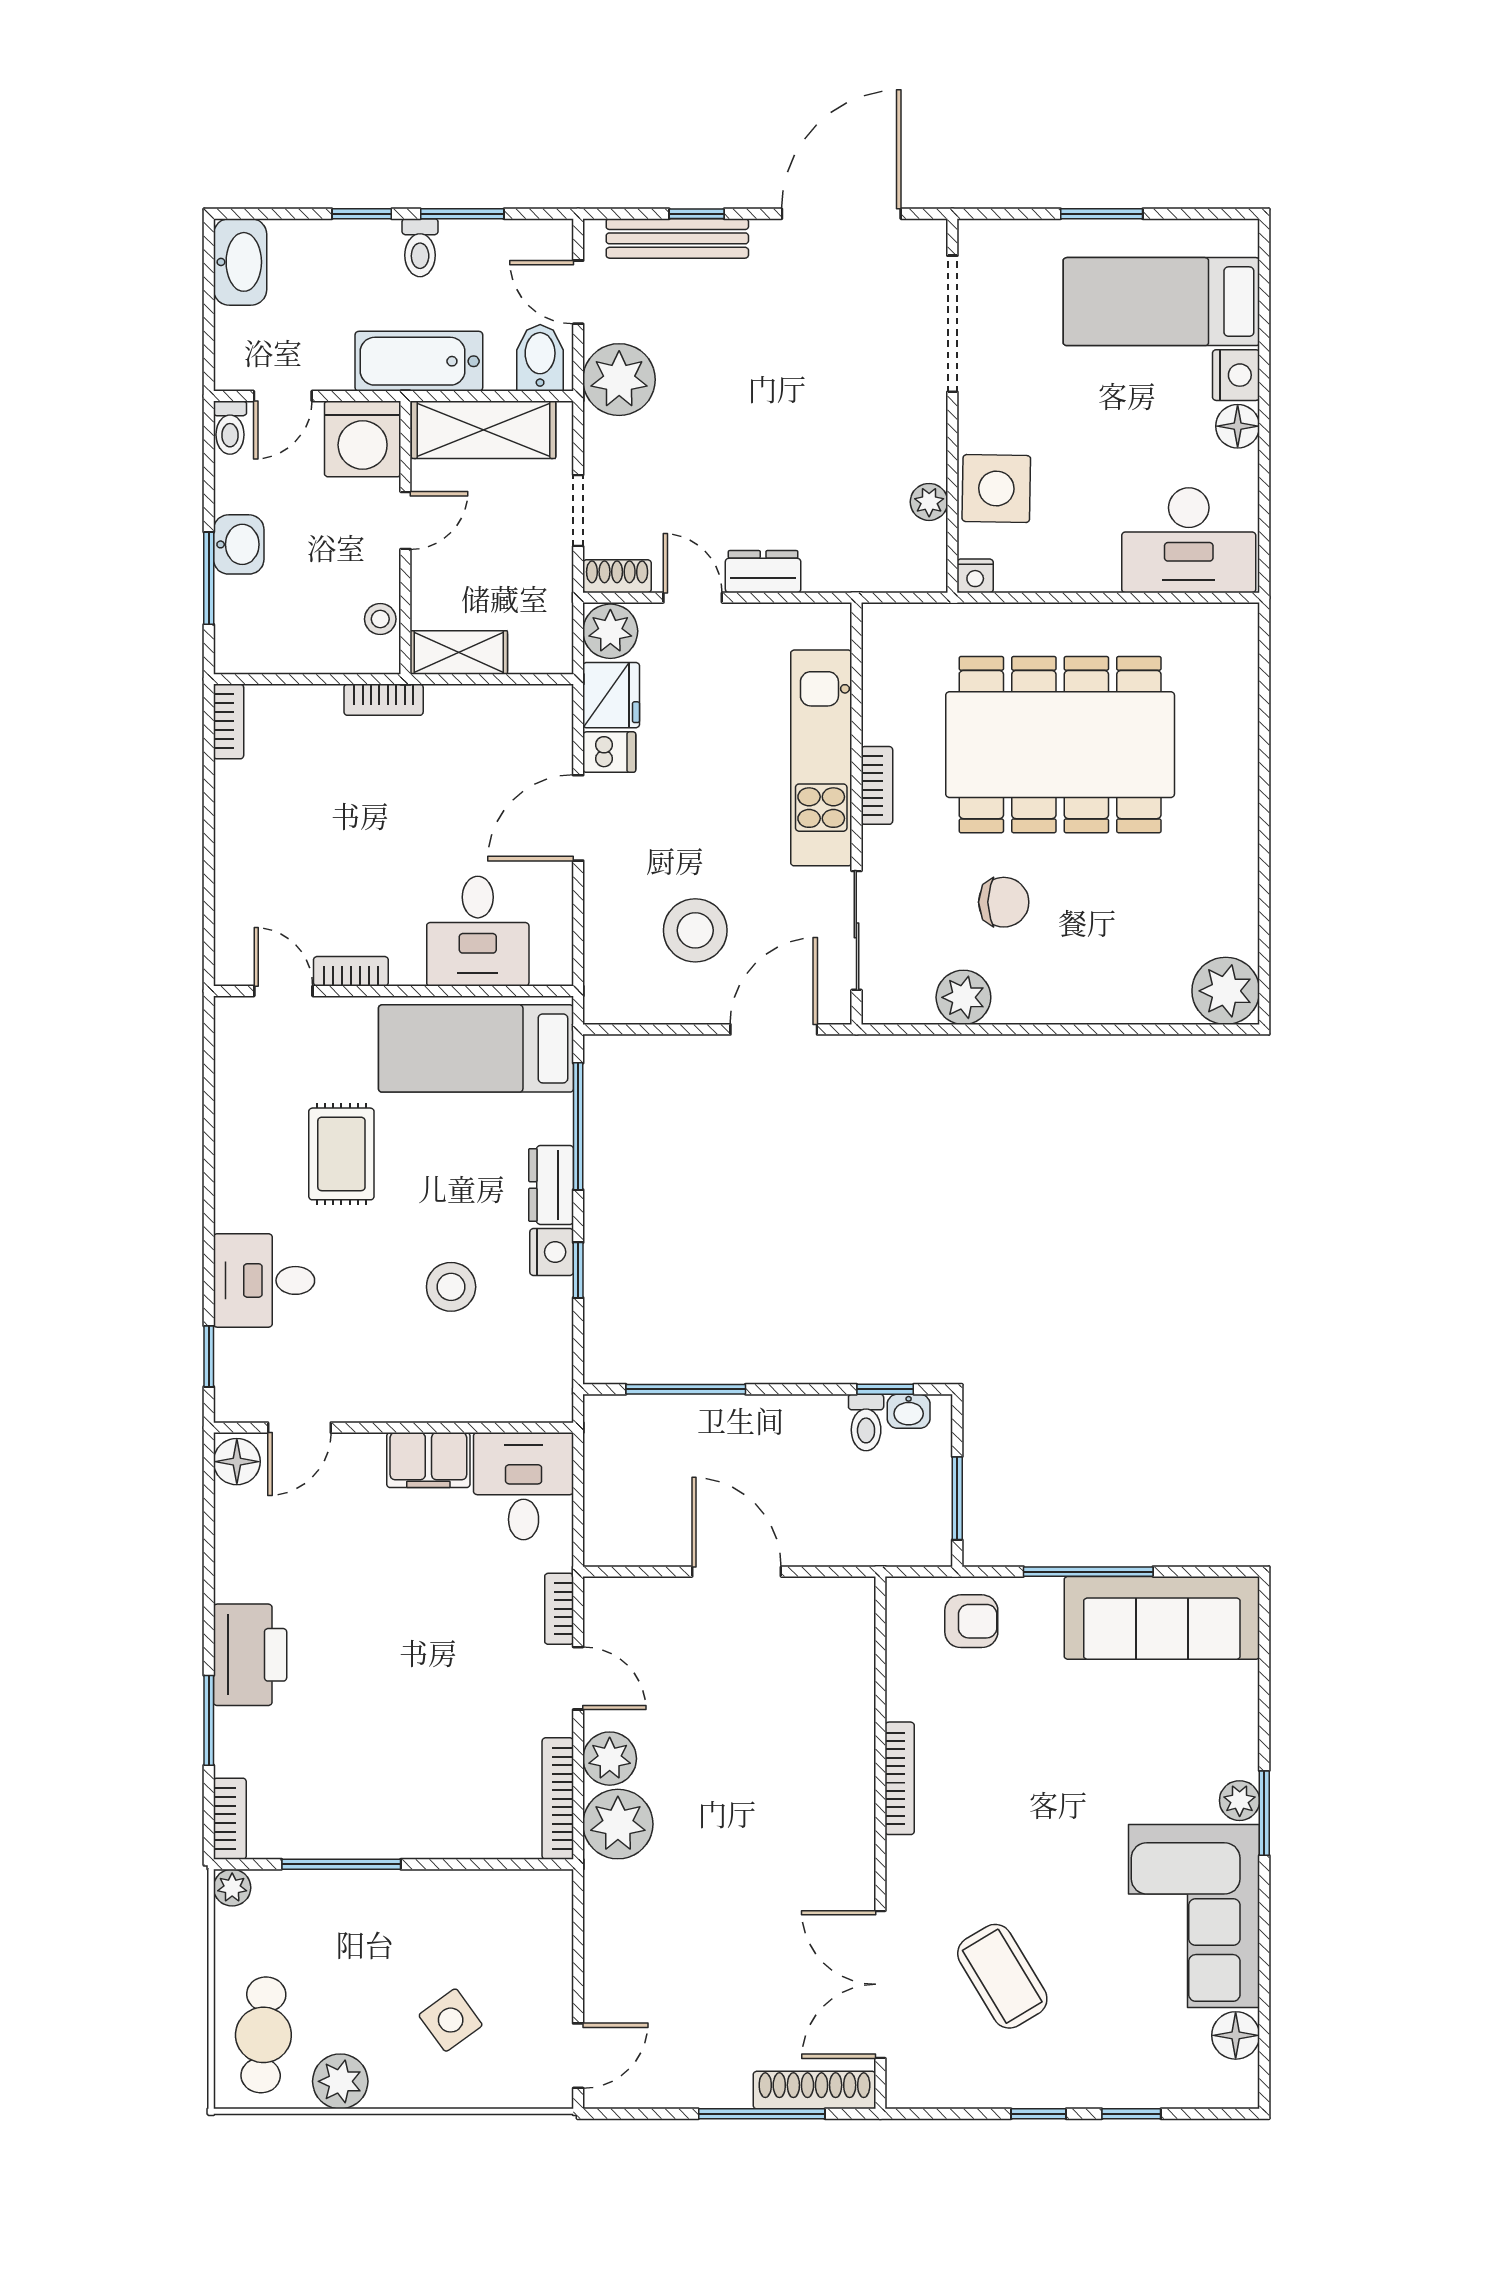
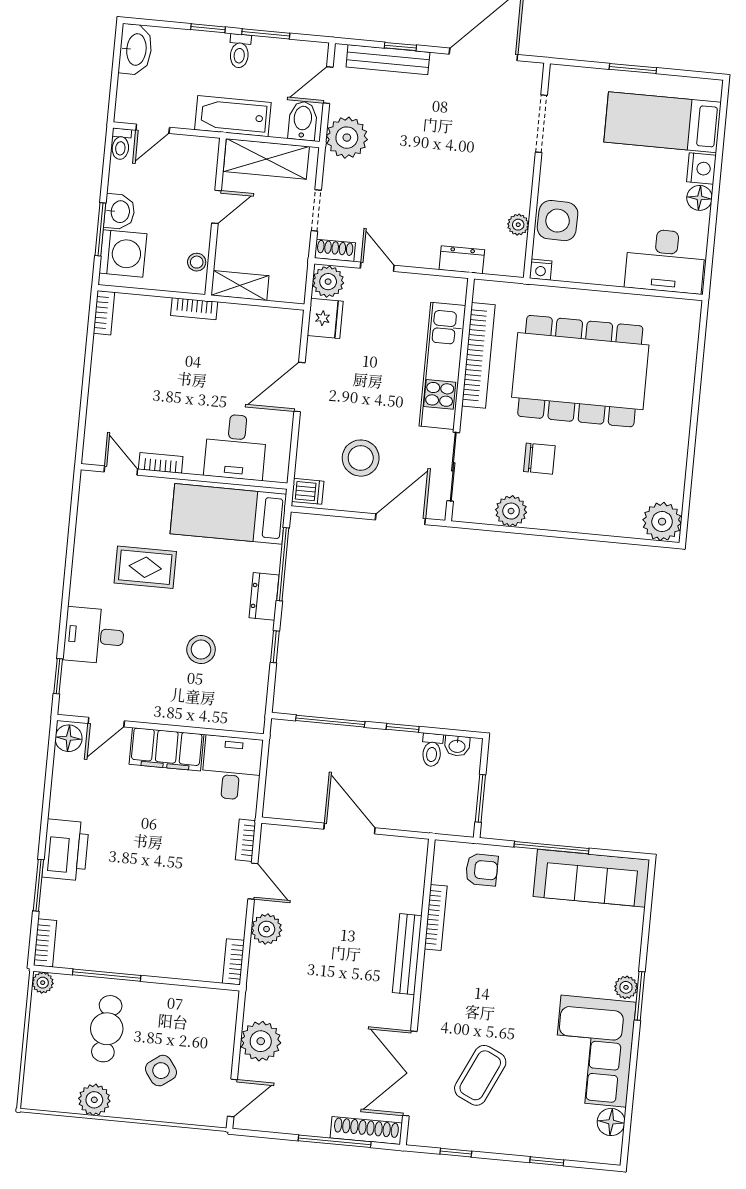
door: (578, 292) -> (328, 85), hinge flipped
doorway: (952, 324) -> (541, 124), width x0.73
washing machine: (363, 439) -> (123, 253), moved, turned -90
dresser: (763, 572) -> (462, 260), moved
dishwasher: (609, 752) -> (308, 491), moved
bookcase: (877, 785) -> (478, 355), width x2.31, depth x1.31
rug: (341, 1154) -> (145, 567), turned 90
nightstand: (552, 1252) -> (261, 635), removed
window: (885, 1389) -> (403, 728), moved
filing cabinet: (428, 1460) -> (166, 749), width x1.50, depth x1.17
bookcase: (900, 1778) -> (436, 917), moved
bench: (856, 1779) -> (407, 954), added
bookcase: (558, 1799) -> (233, 962), width x0.64
plant: (618, 1824) -> (261, 1041), moved
coffee table: (1002, 1976) -> (480, 1075), turned 56
cafe table: (263, 2035) -> (107, 1029), moved
window: (1039, 2114) -> (456, 1153), moved

